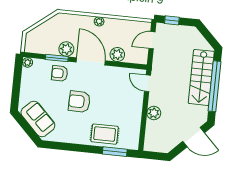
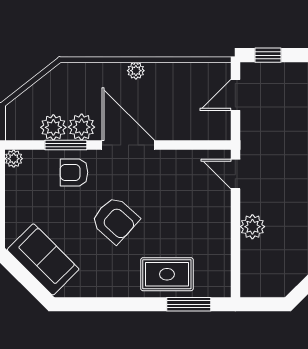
plant: (117, 55) -> (53, 127), moved
armchair: (79, 102) -> (115, 220), turned -139

